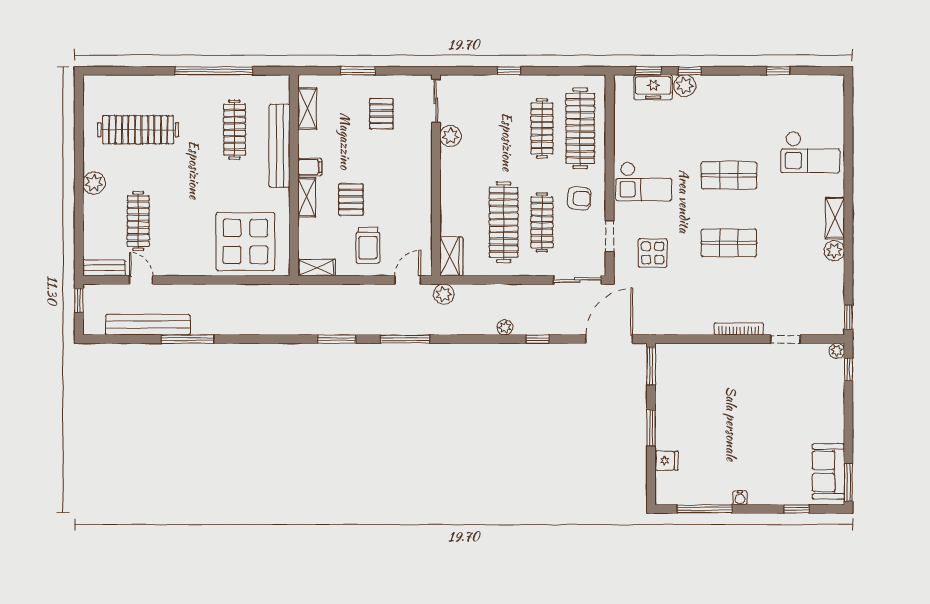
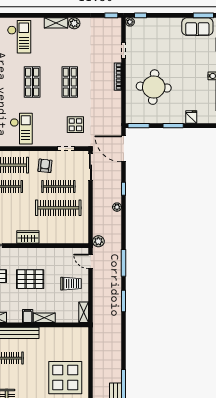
plant: (451, 136) -> (10, 237), removed
checkout: (644, 181) -> (21, 129), moved
pallet: (351, 200) -> (30, 279), moved, width x1.50, depth x1.42
display table: (245, 241) -> (65, 378), moved
wardrobe: (451, 256) -> (28, 237), moved
round table: (720, 393) -> (154, 87), added

